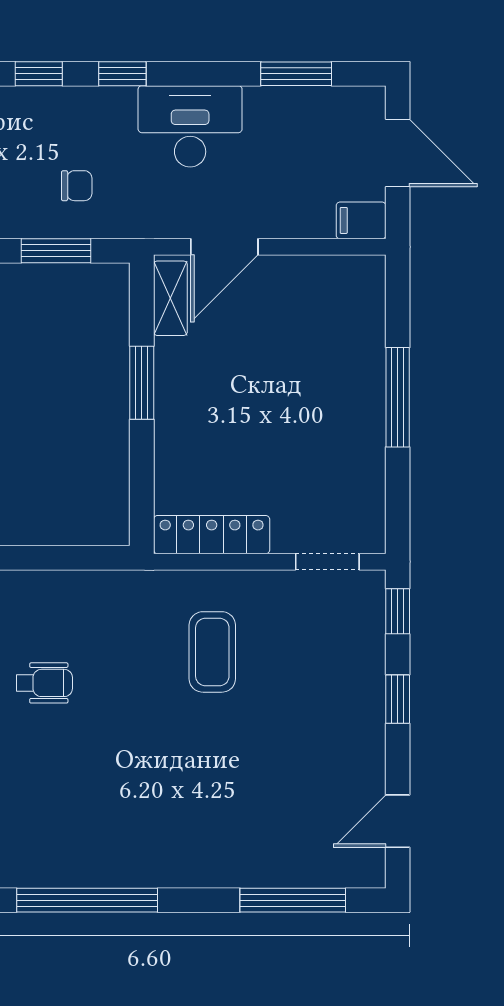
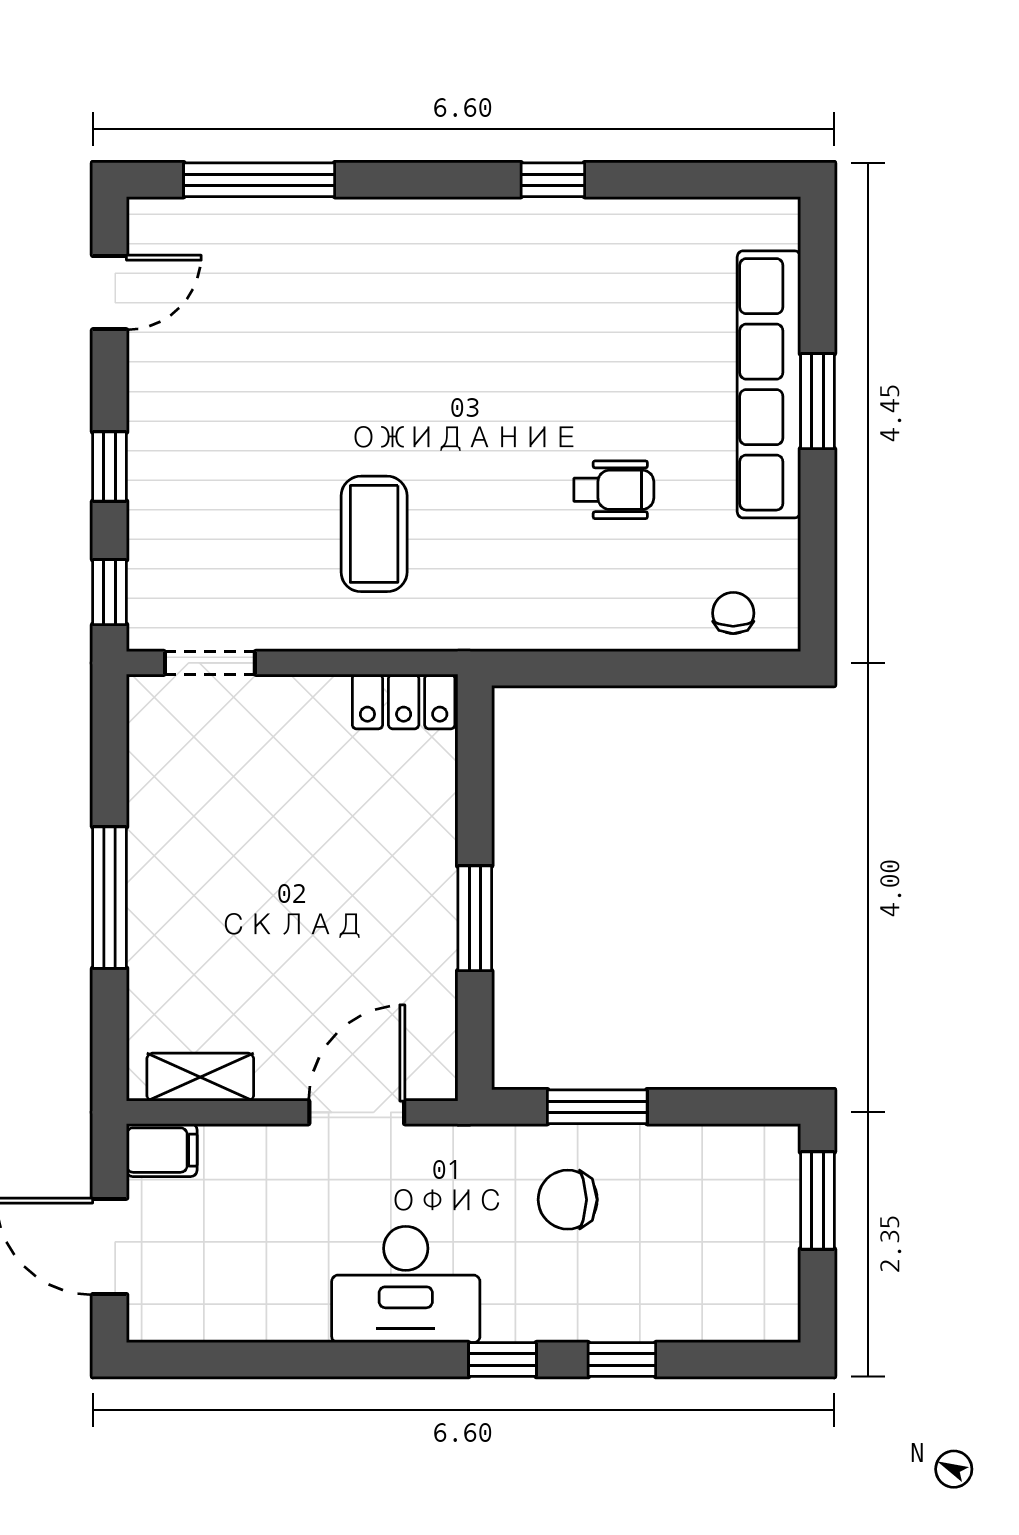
window: (296, 74) -> (254, 1360), removed
chair: (77, 186) -> (568, 1200), width x1.37, depth x1.37
shelving: (170, 298) -> (200, 1077), moved, turned 90
locker: (212, 535) -> (404, 702), width x0.66
wheelchair: (44, 683) -> (614, 490), turned 180
window: (87, 900) -> (553, 180), width x0.32

